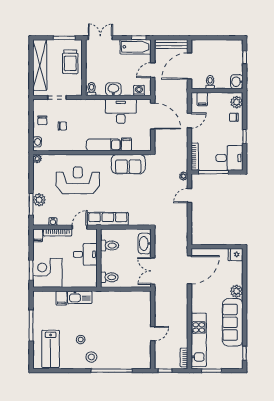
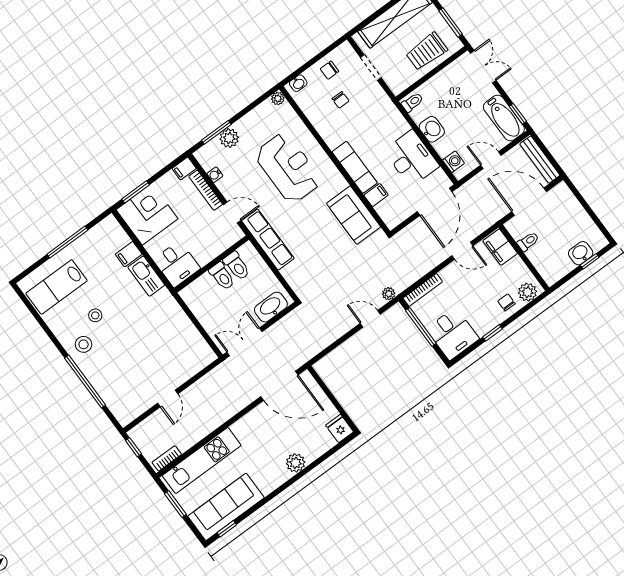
washbasin: (237, 82) -> (581, 253), moved
filing cabinet: (202, 99) -> (500, 247), width x2.00
desk: (85, 254) -> (177, 264), moved
toilet: (109, 277) -> (222, 276), moved
sofa: (233, 322) -> (226, 507), moved
door: (153, 334) -> (168, 398), hinge flipped

